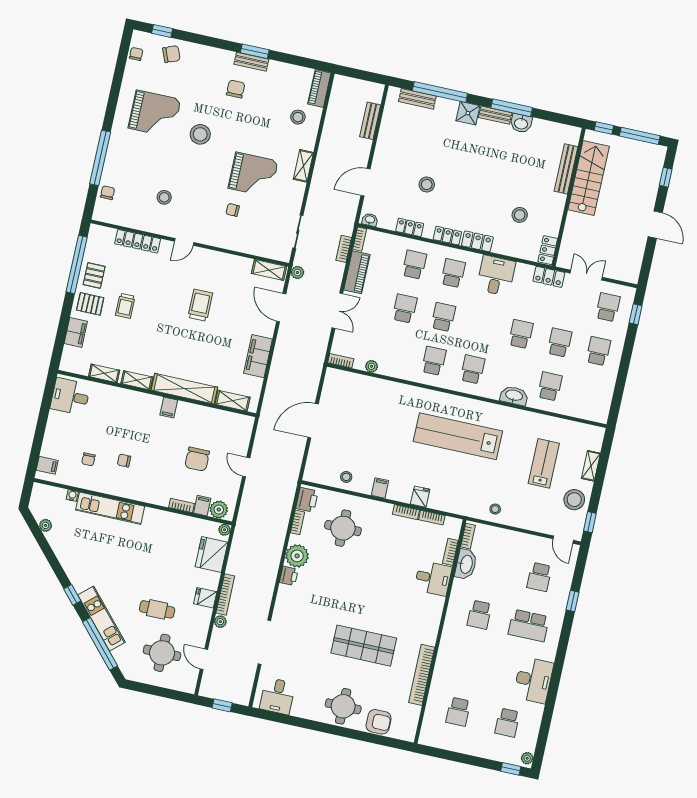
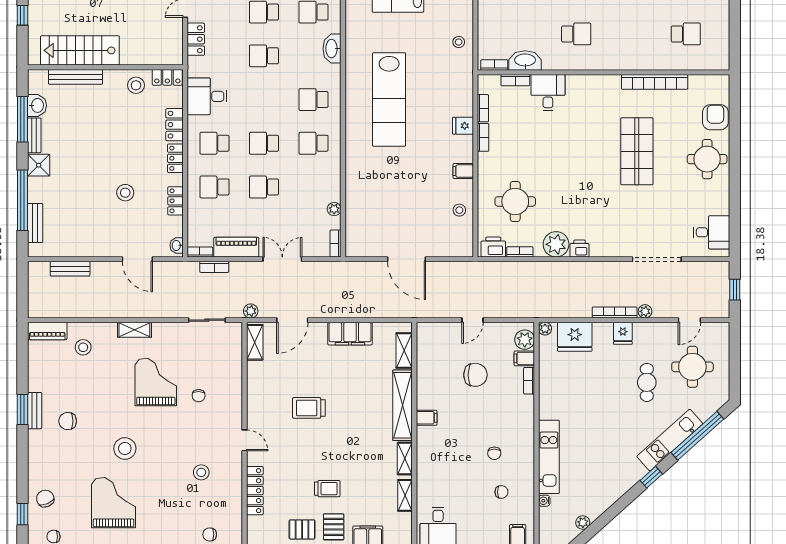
bench: (566, 169) -> (75, 77), moved
stairs: (589, 178) -> (80, 50), moved
wall: (569, 197) -> (105, 67), moved
locker: (548, 250) -> (167, 77), moved

